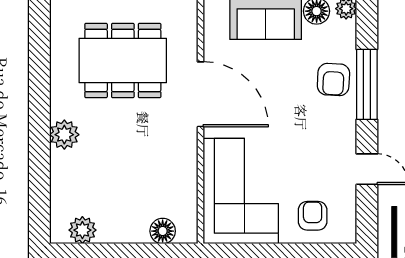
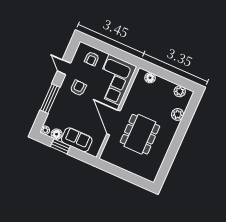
dining table: (123, 60) -> (140, 134), moved, turned 90
armchair: (333, 80) -> (78, 88), moved
plant: (64, 135) -> (178, 114), moved

